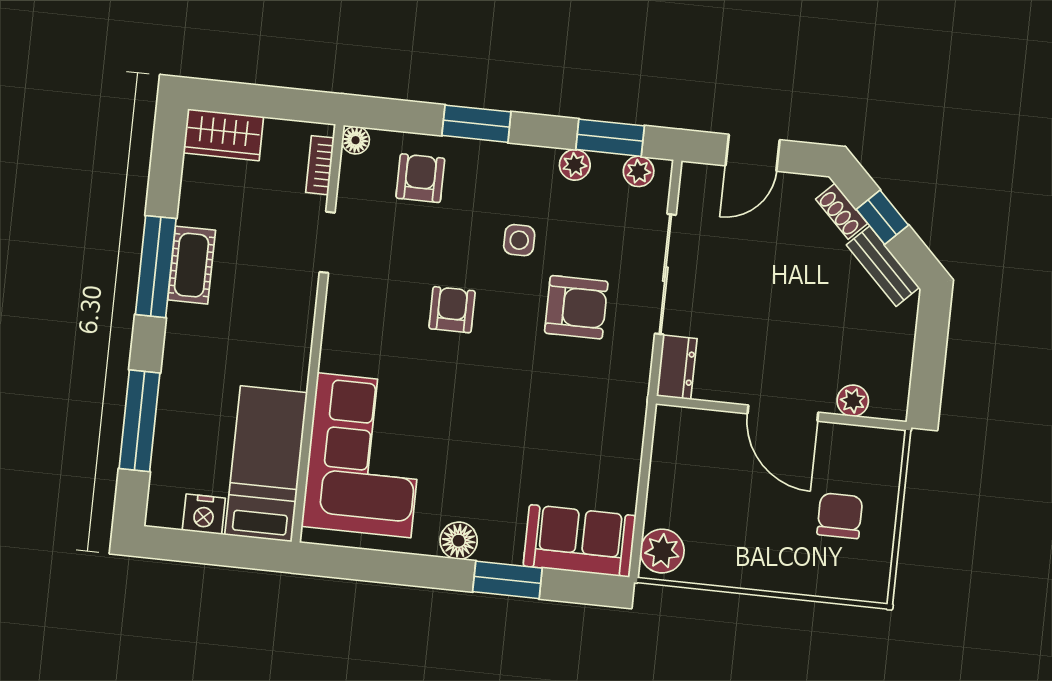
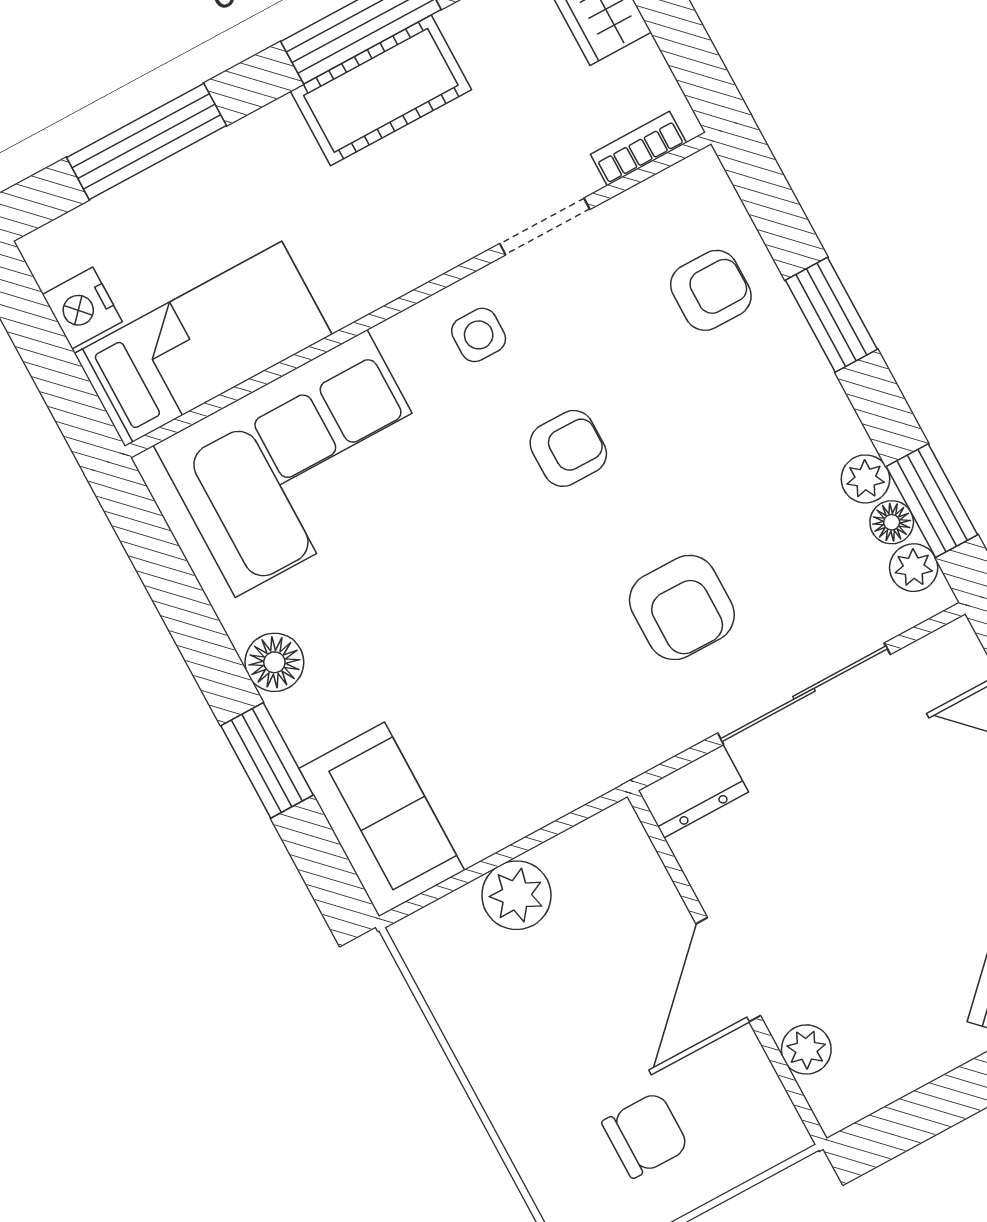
floor lamp: (356, 140) -> (892, 522), moved
side table: (519, 240) -> (479, 335), moved
cot: (192, 265) -> (381, 90), width x1.37, depth x1.34
plant: (662, 551) -> (516, 895), moved

